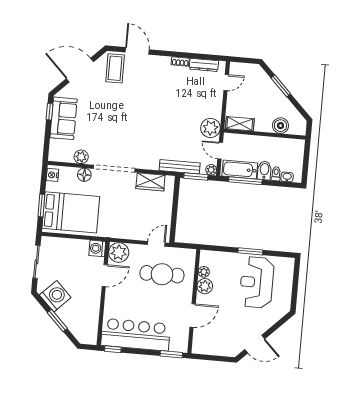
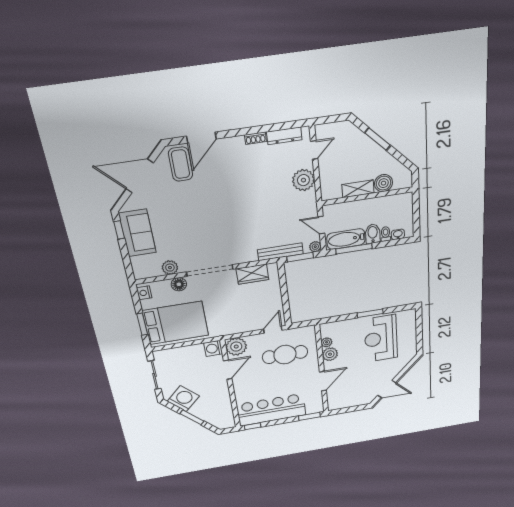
door: (137, 51) -> (201, 138), swing flipped
shelving: (240, 124) -> (358, 189), moved
plant: (210, 128) -> (303, 180), moved

